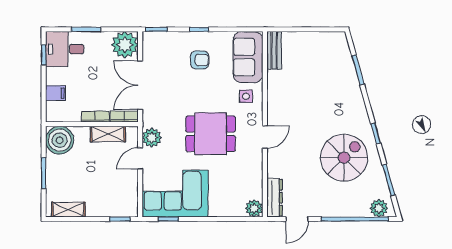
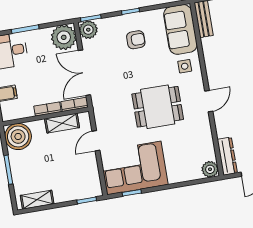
plant: (152, 138) -> (88, 30), moved

